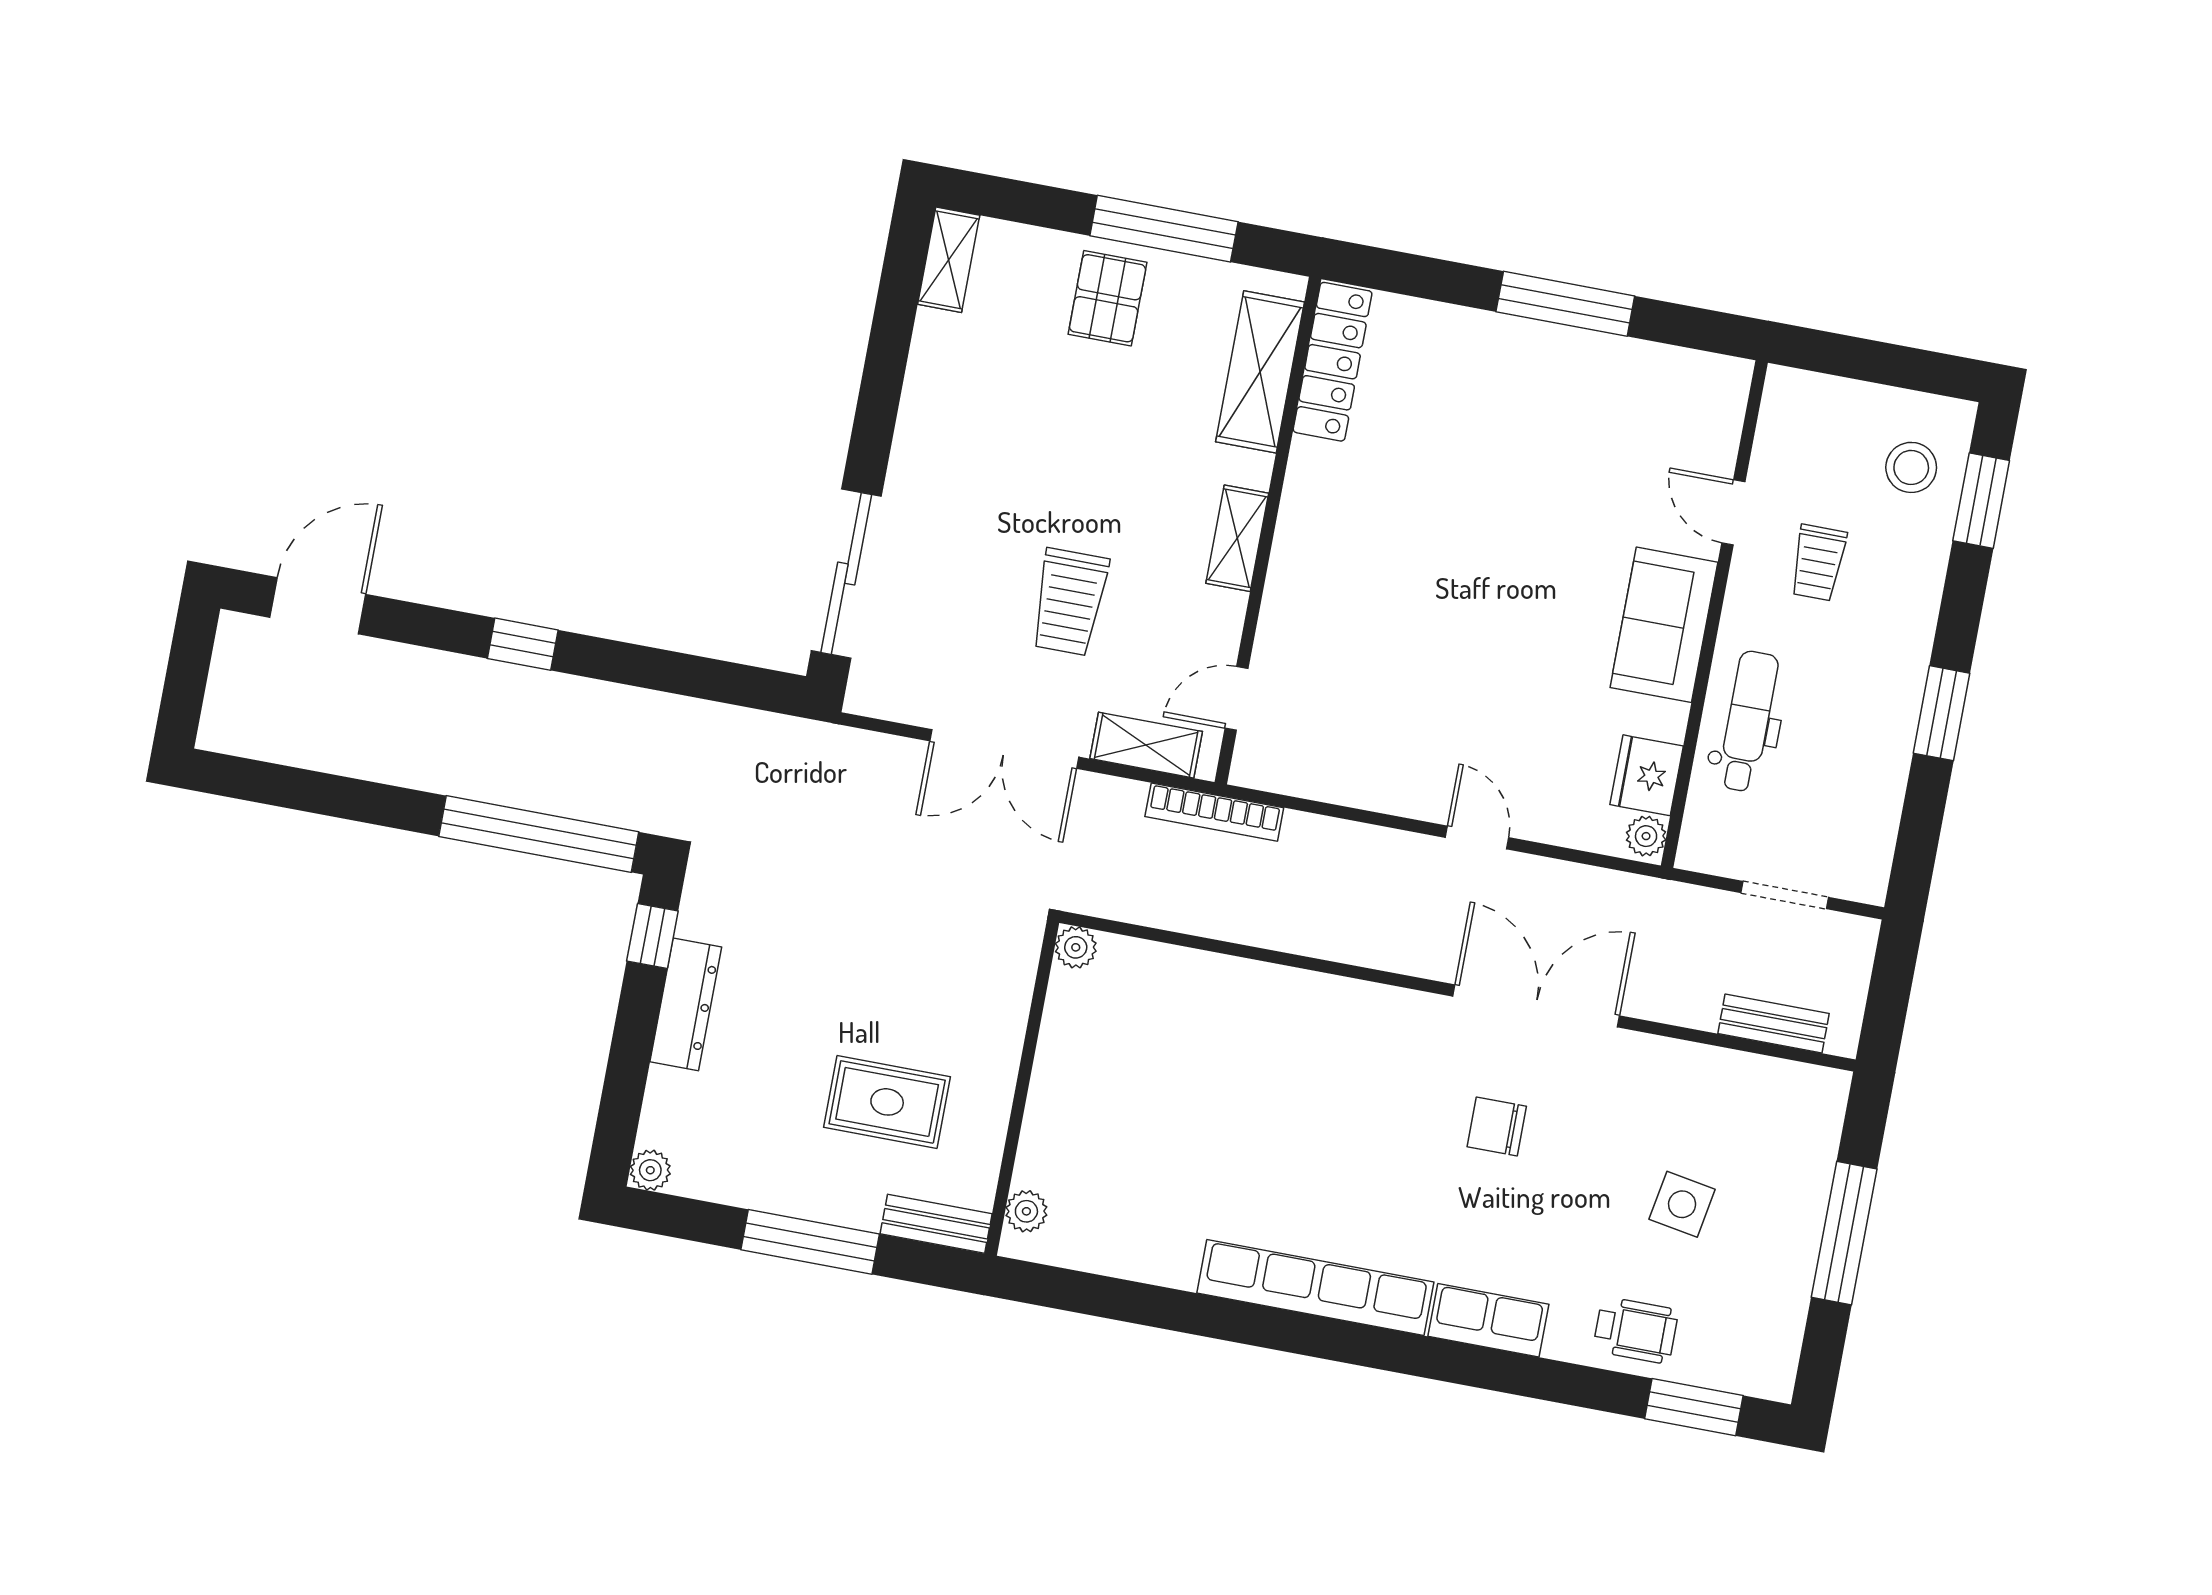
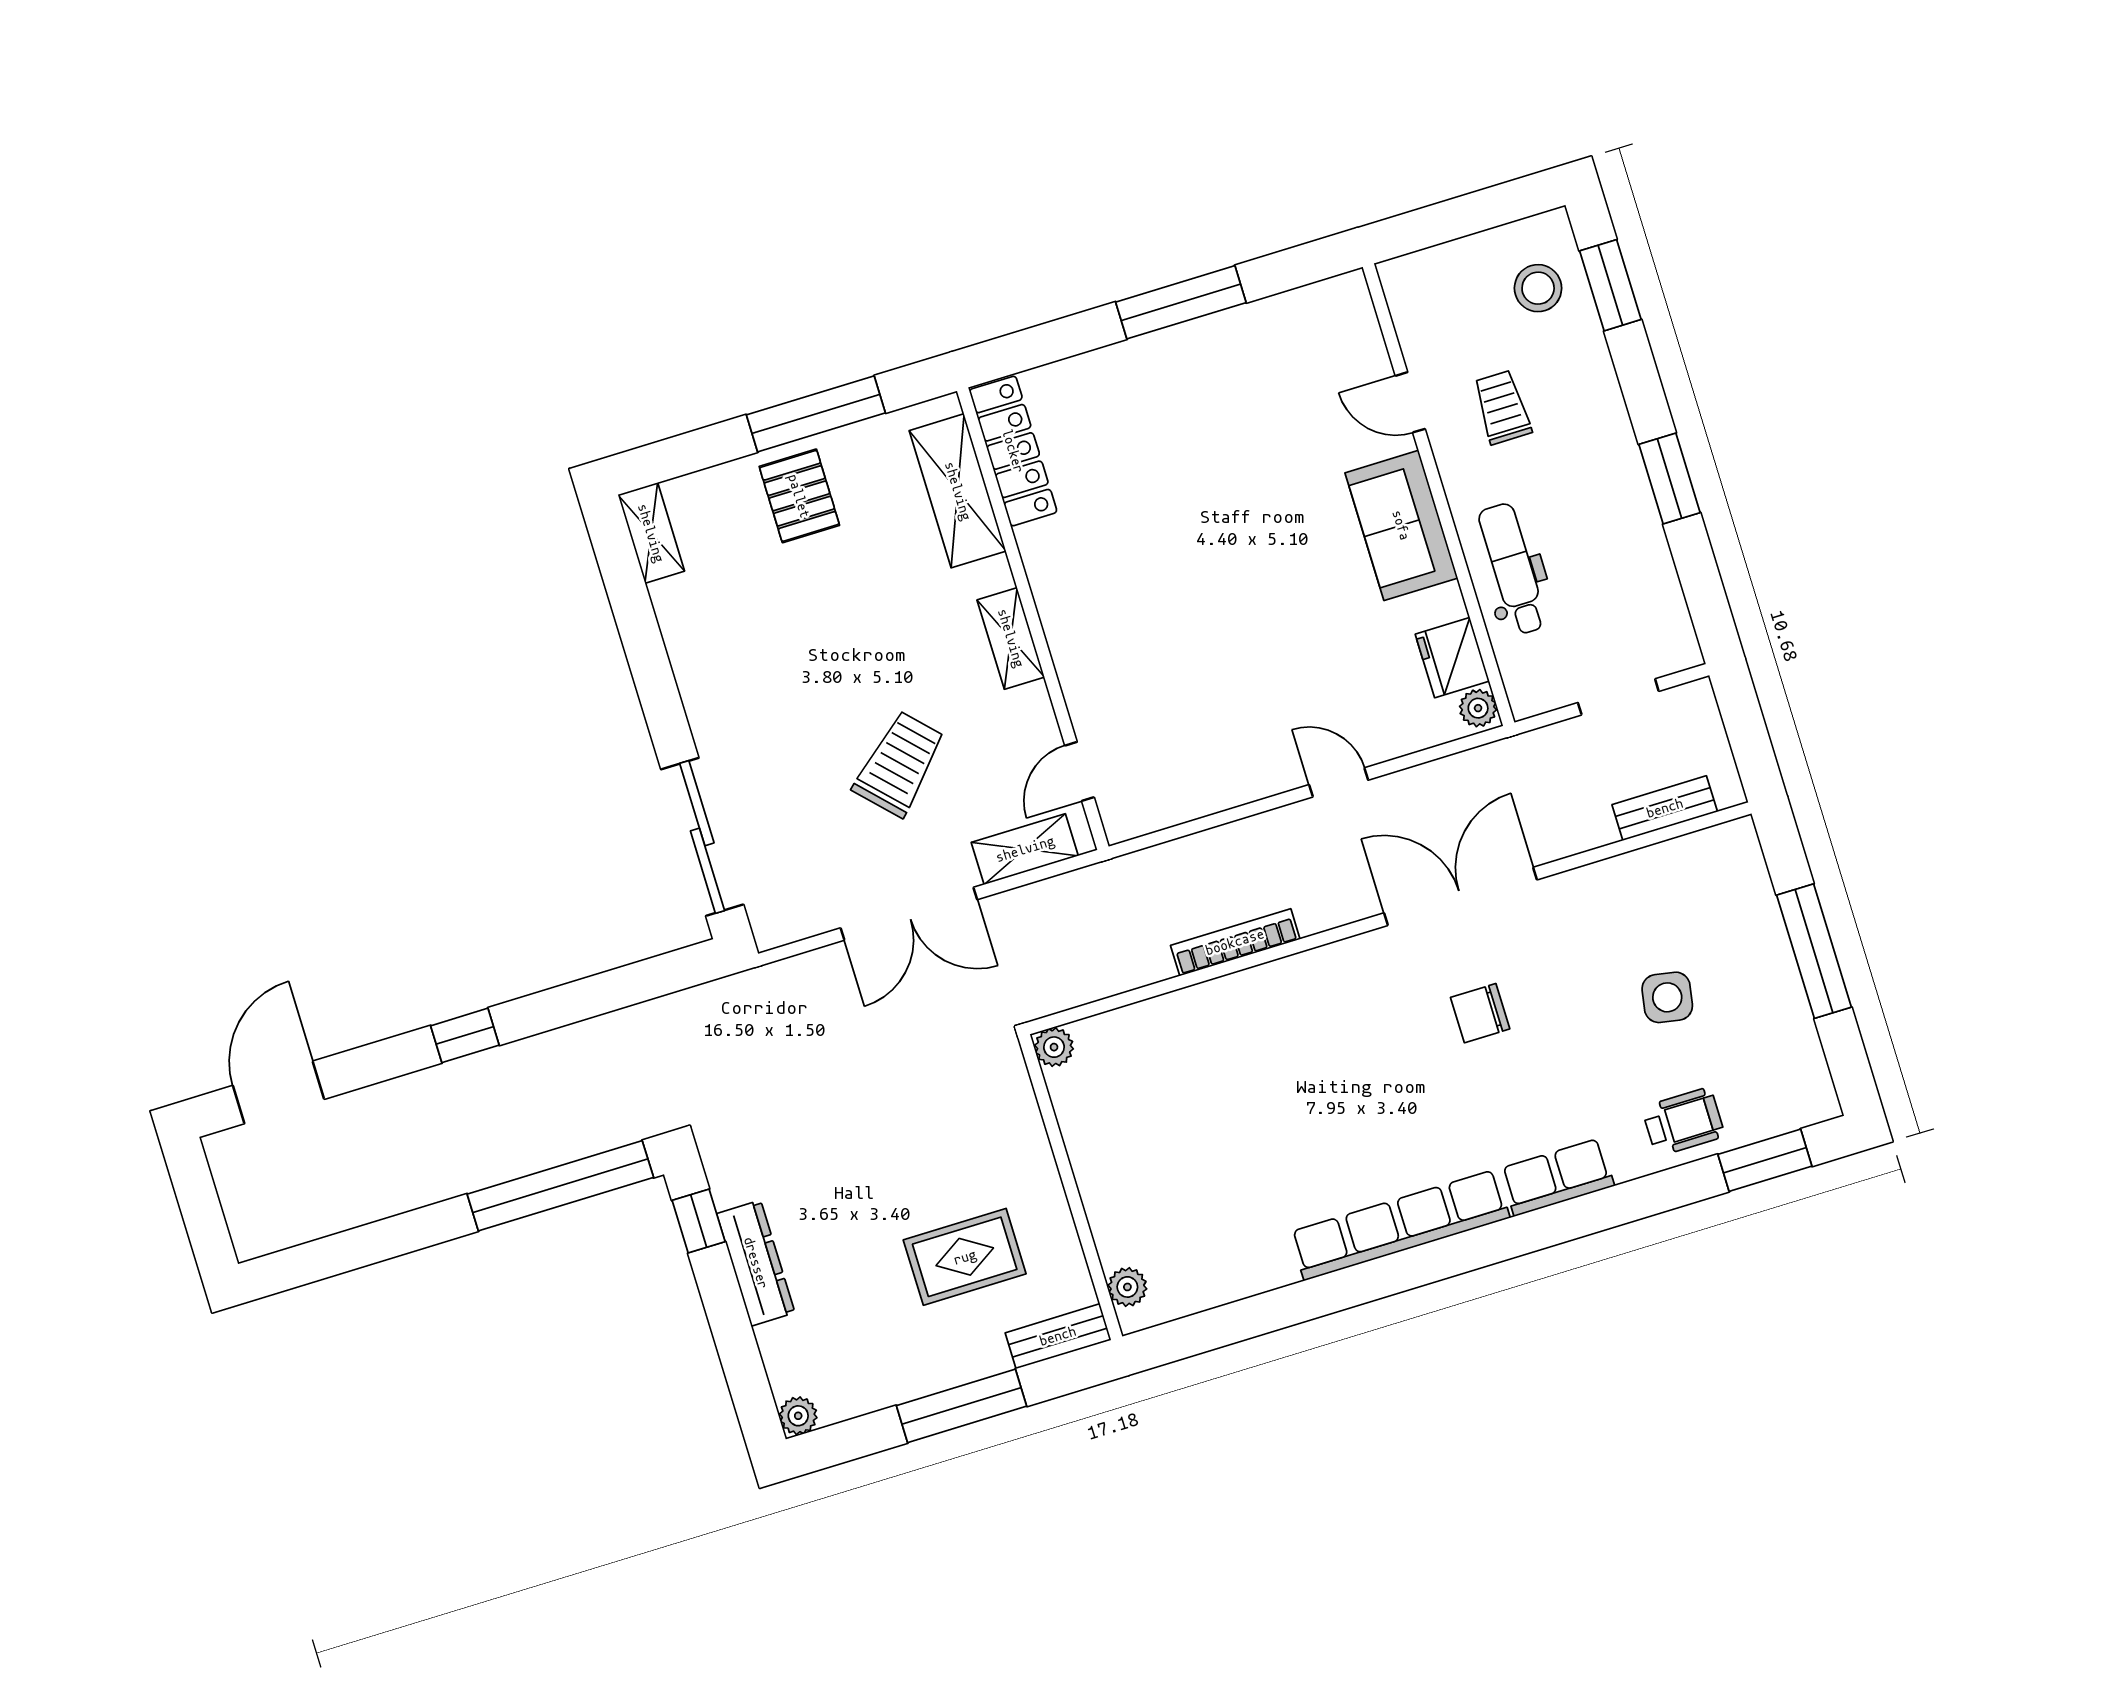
trolley: (1818, 563) -> (1502, 407), turned 180
trolley: (1069, 602) -> (899, 764), turned -134
bookcase: (1214, 812) -> (1235, 942), moved, turned 180

